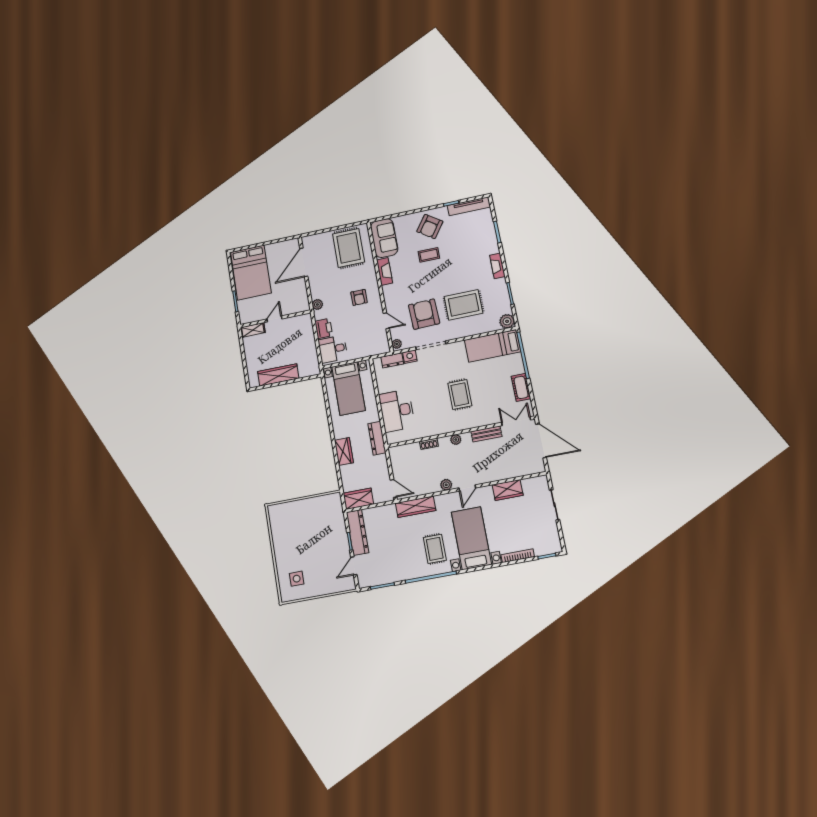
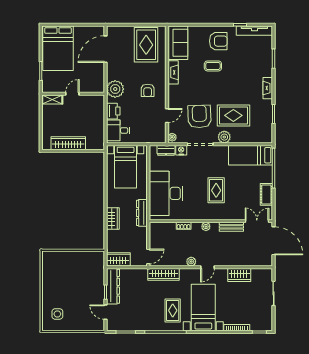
armchair: (430, 227) -> (218, 41), turned -125
plant: (317, 304) -> (115, 89), width x1.87, depth x1.87
door: (386, 321) -> (167, 116), hinge flipped
plant: (507, 321) -> (224, 137), moved
desk: (397, 411) -> (166, 193), width x1.36, depth x1.30
door: (394, 488) -> (148, 256), hinge flipped
door: (354, 566) -> (106, 312), hinge flipped

